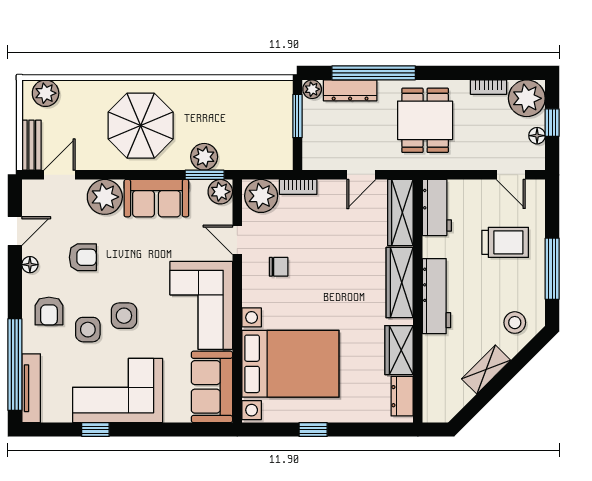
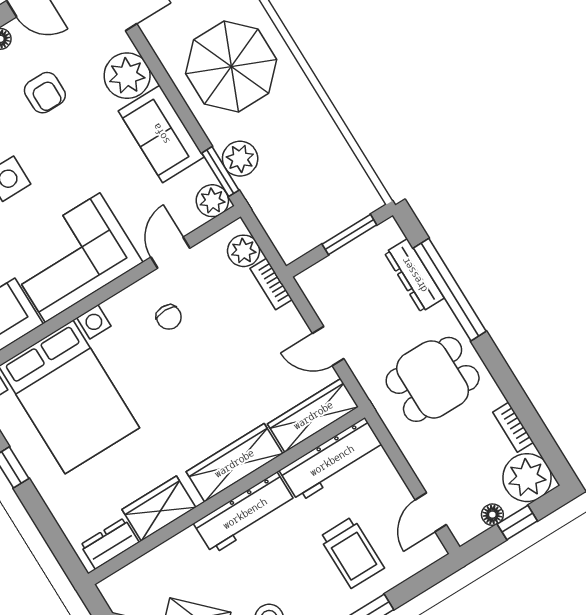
plant: (312, 89) -> (389, 232), removed
plant: (261, 196) -> (244, 251), width x0.73, depth x0.73
workbench: (437, 208) -> (332, 460), width x1.38

